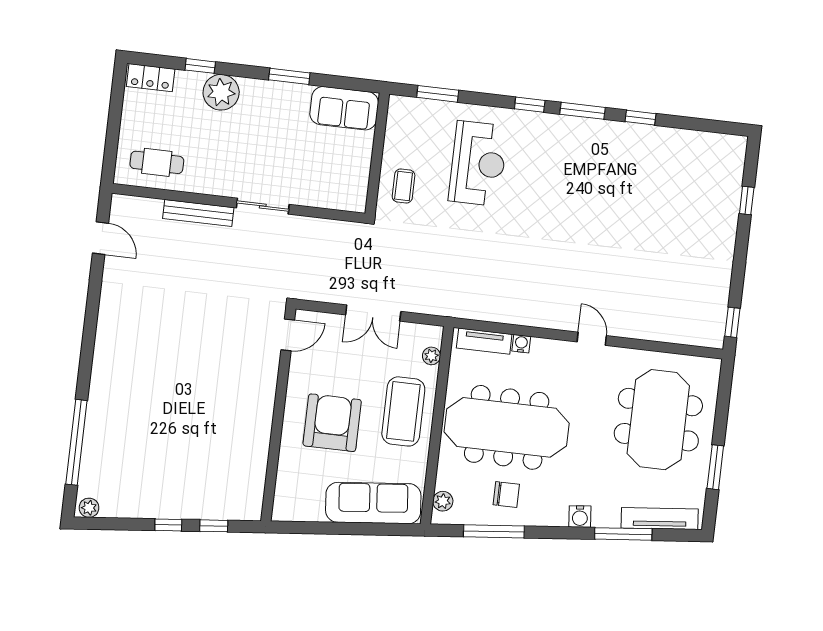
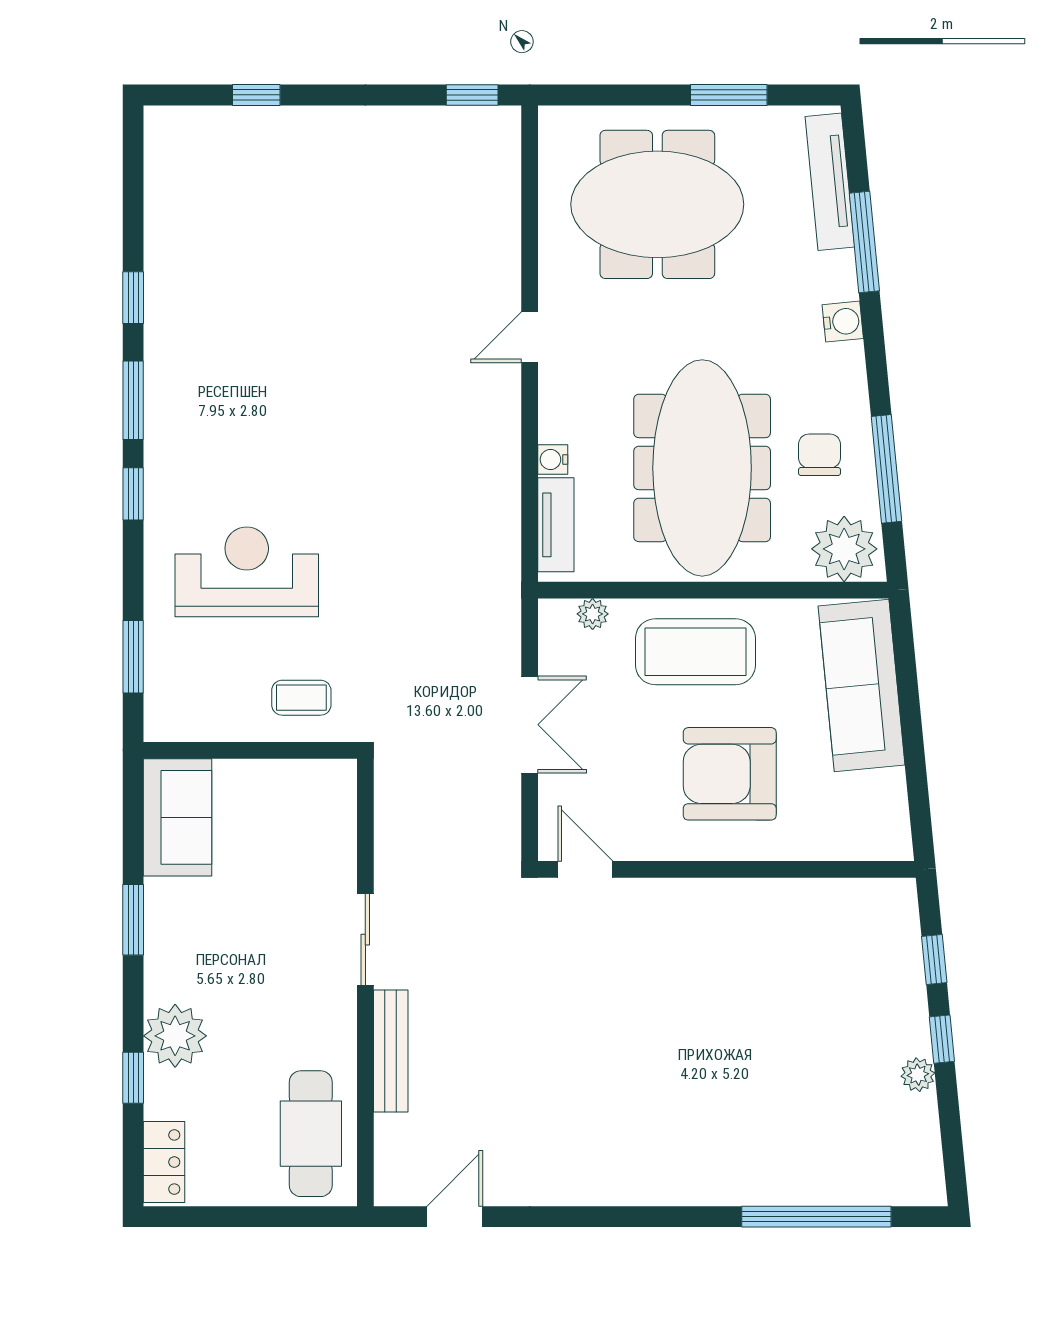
cafe table: (157, 162) -> (311, 1134), width x1.37, depth x1.35
plant: (443, 501) -> (844, 549), width x1.88, depth x1.88
plant: (89, 508) -> (918, 1075), moved

